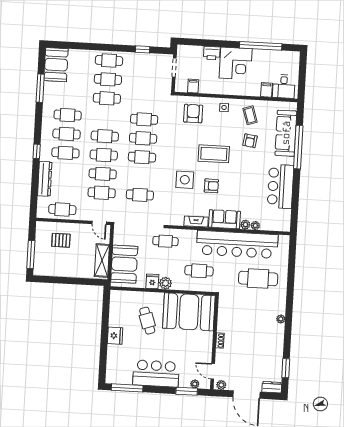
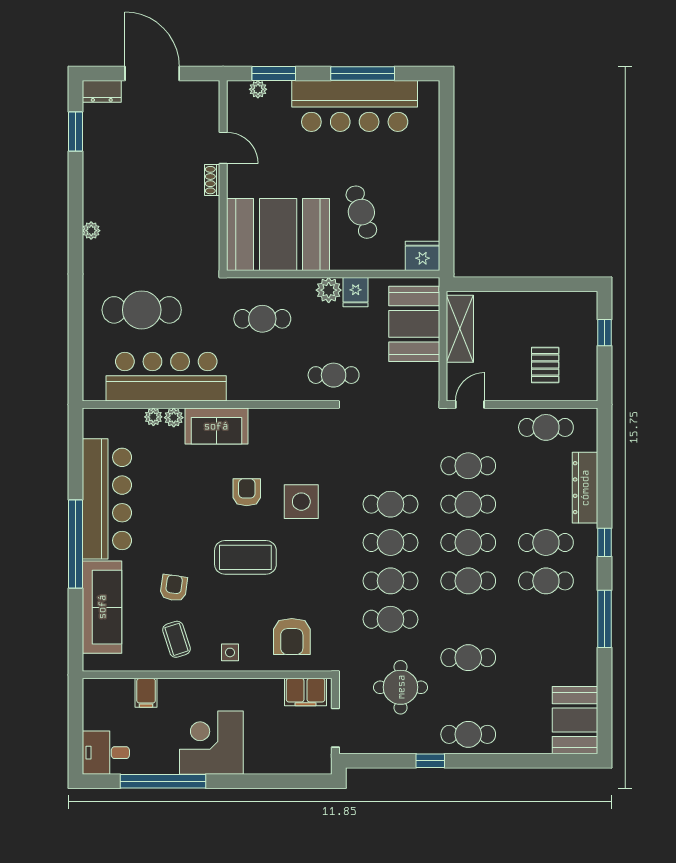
window: (143, 49) -> (430, 761), moved
printer: (212, 53) -> (261, 761), removed
cafe table: (108, 79) -> (468, 696), removed
round table: (141, 86) -> (401, 687), added
filing cabinet: (193, 86) -> (306, 692), width x2.00
desk: (284, 86) -> (106, 753), moved, turned -90
window: (40, 88) -> (604, 619), moved
cafe table: (68, 115) -> (546, 619), removed
window: (298, 147) -> (75, 544), moved
armchair: (211, 186) -> (247, 492), turned 89
bar counter: (280, 186) -> (107, 499), width x1.36
cafe table: (140, 195) -> (391, 504), moved
fireplace: (196, 222) -> (274, 418), removed
door: (99, 223) -> (470, 405), hinge flipped
pallet: (61, 240) -> (545, 365), turned 90
bar counter: (237, 244) -> (166, 377), width x0.73
window: (31, 255) -> (604, 333), width x0.46
fridge: (115, 336) -> (423, 256), moved, turned 90
door: (213, 371) -> (223, 148), moved
bar counter: (156, 374) -> (355, 106), width x1.36
plant: (221, 385) -> (204, 90), removed
window: (127, 388) -> (363, 74), moved

